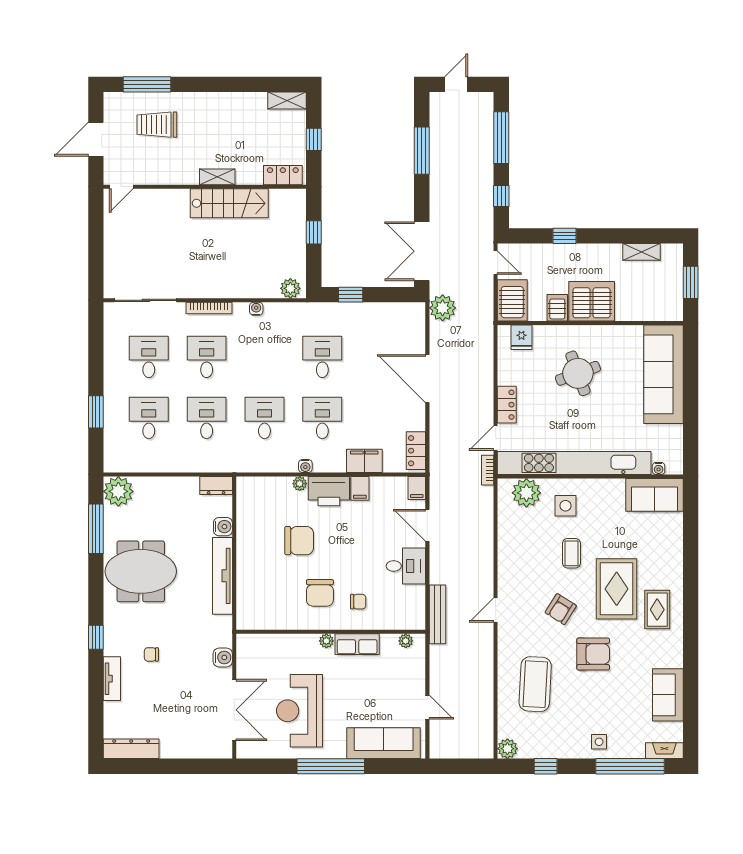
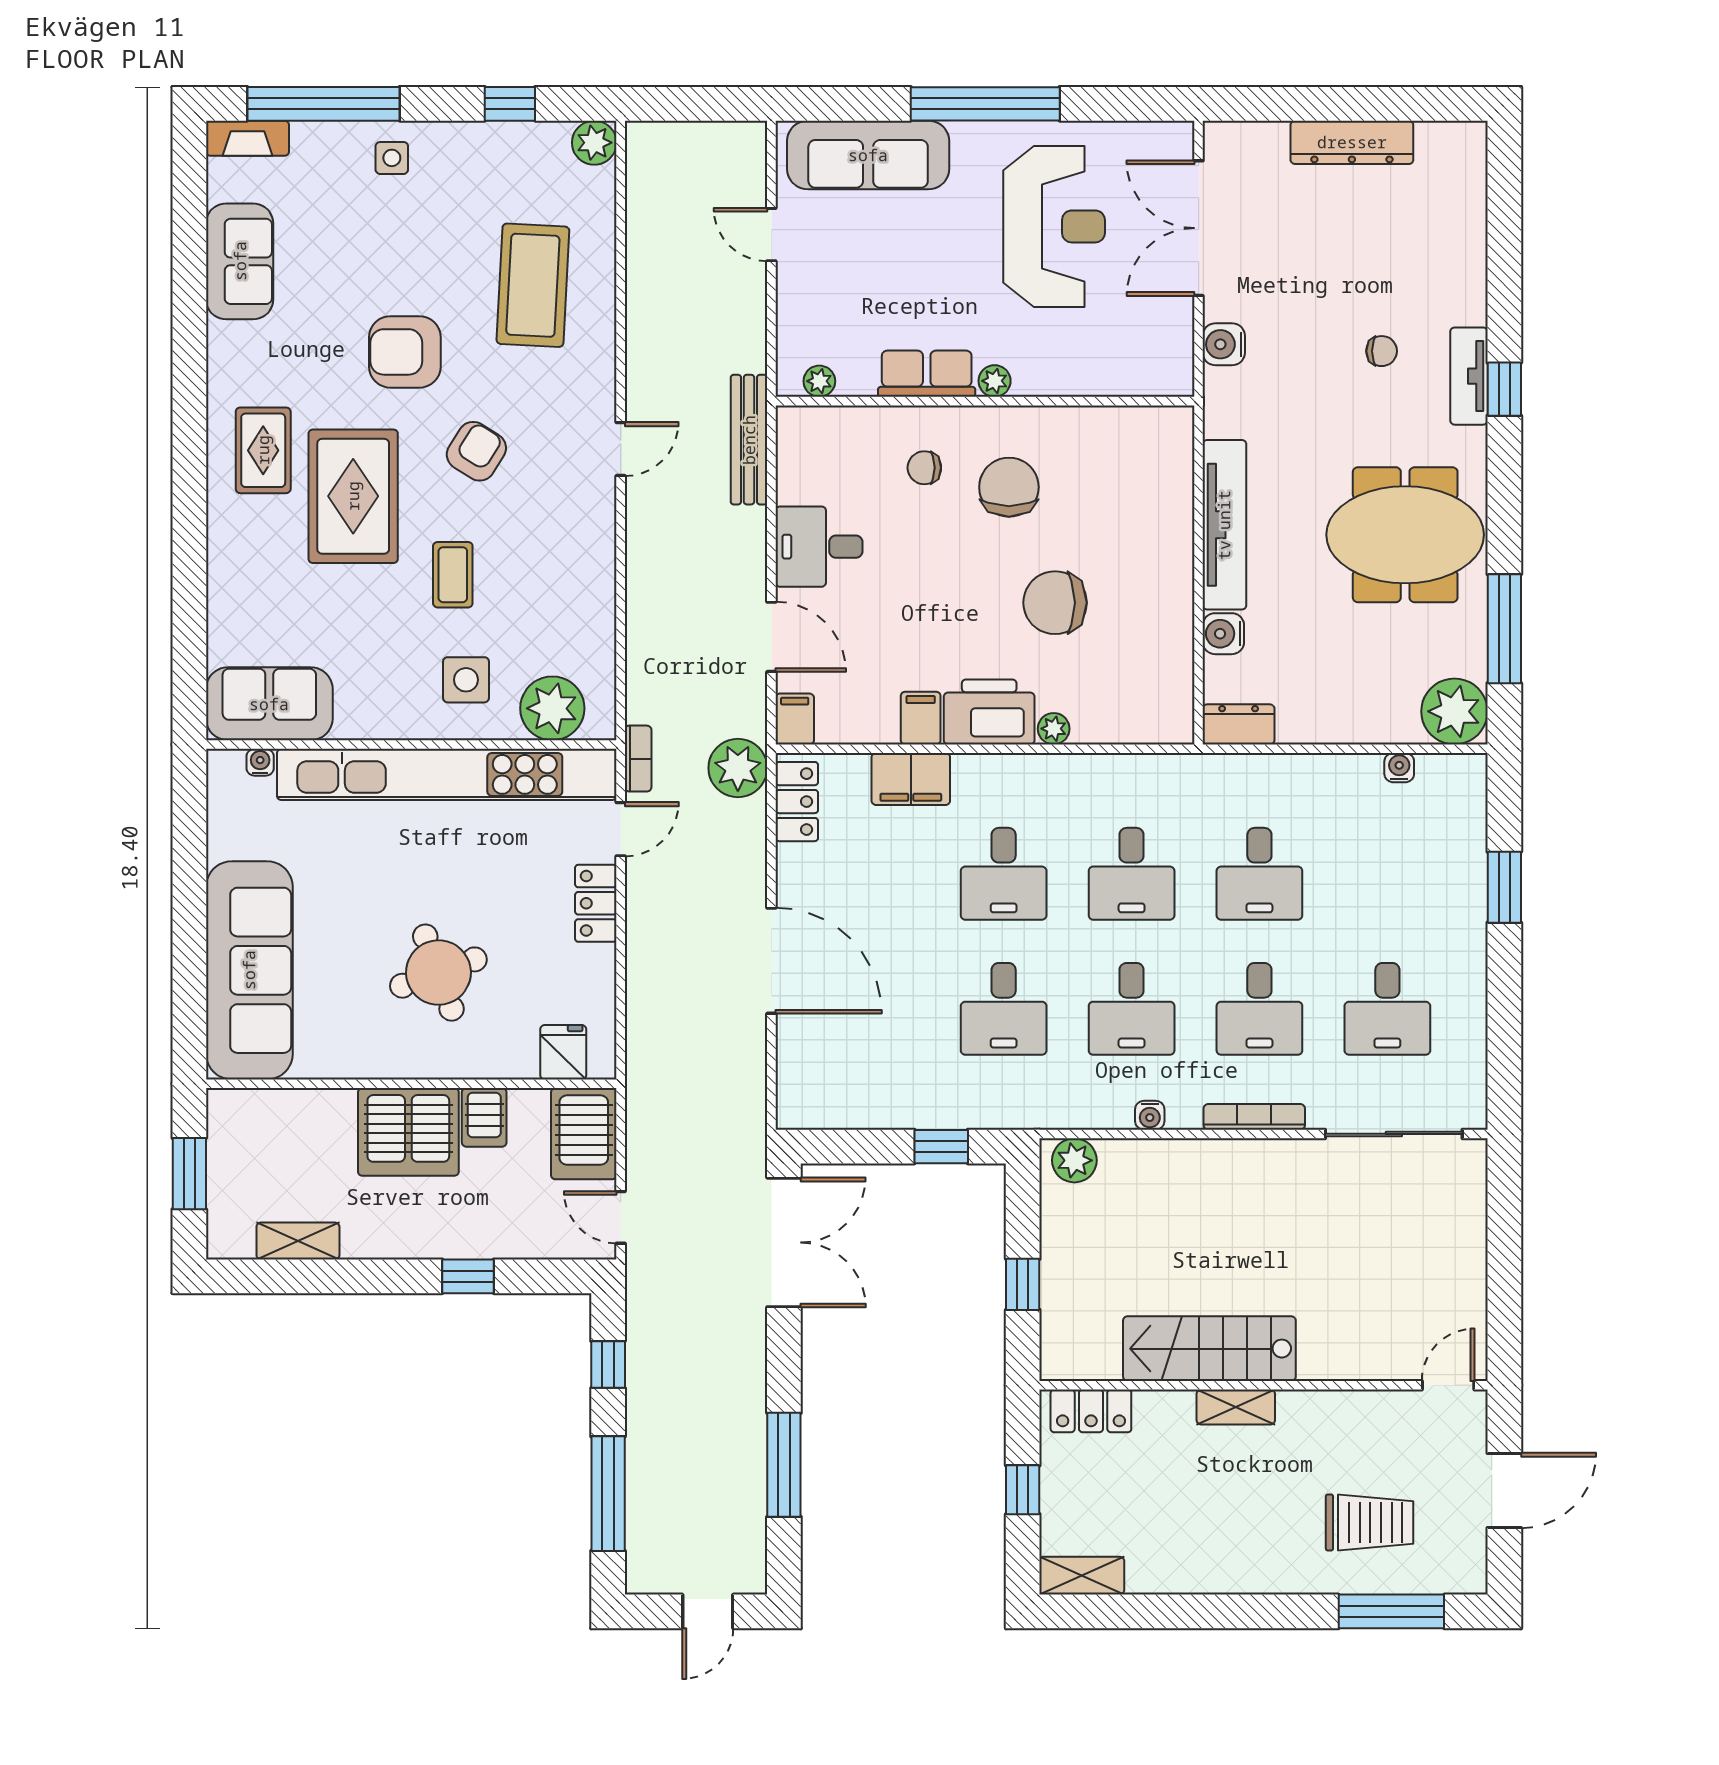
plant: (443, 308) -> (738, 768), moved
desk: (149, 418) -> (1132, 1009), moved
water cooler: (305, 466) -> (1399, 768), moved
tv unit: (112, 679) -> (1469, 376), moved
dresser: (131, 749) -> (1352, 142), moved

